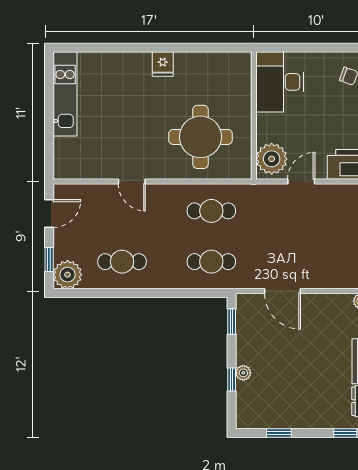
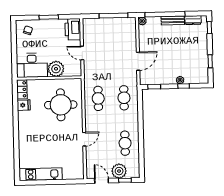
locker: (233, 61) -> (22, 89), added
fridge: (163, 64) -> (24, 105), moved
plant: (272, 159) -> (56, 69), moved
plant: (68, 275) -> (119, 171), moved

